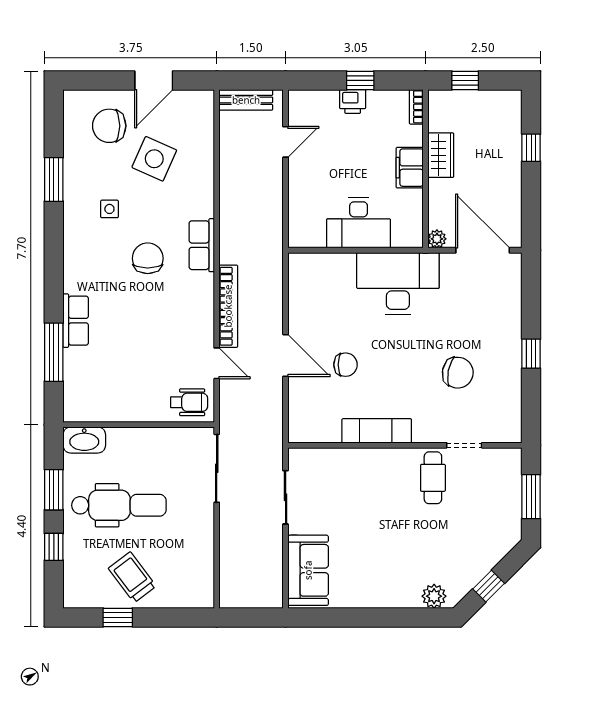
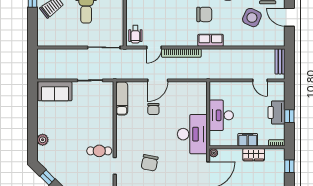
printer: (353, 102) -> (277, 112), width x1.87, depth x1.48
exam couch: (377, 431) -> (122, 98), moved
plant: (434, 596) -> (43, 140), moved

